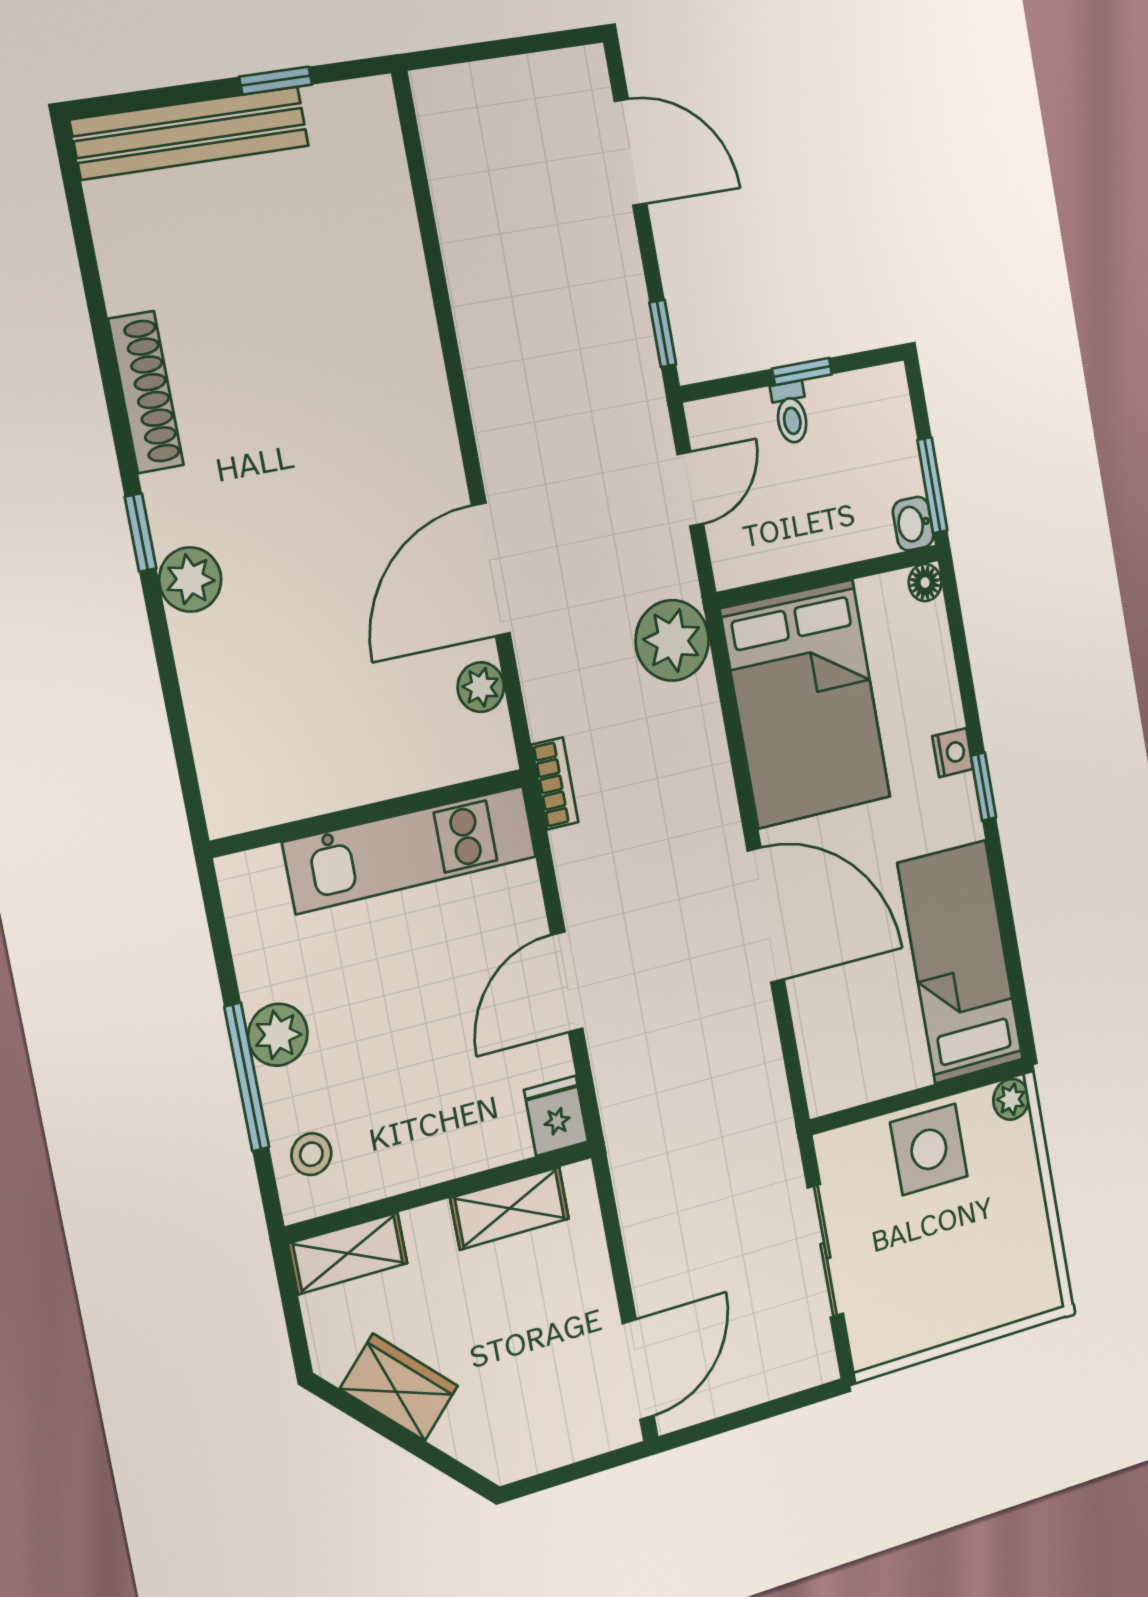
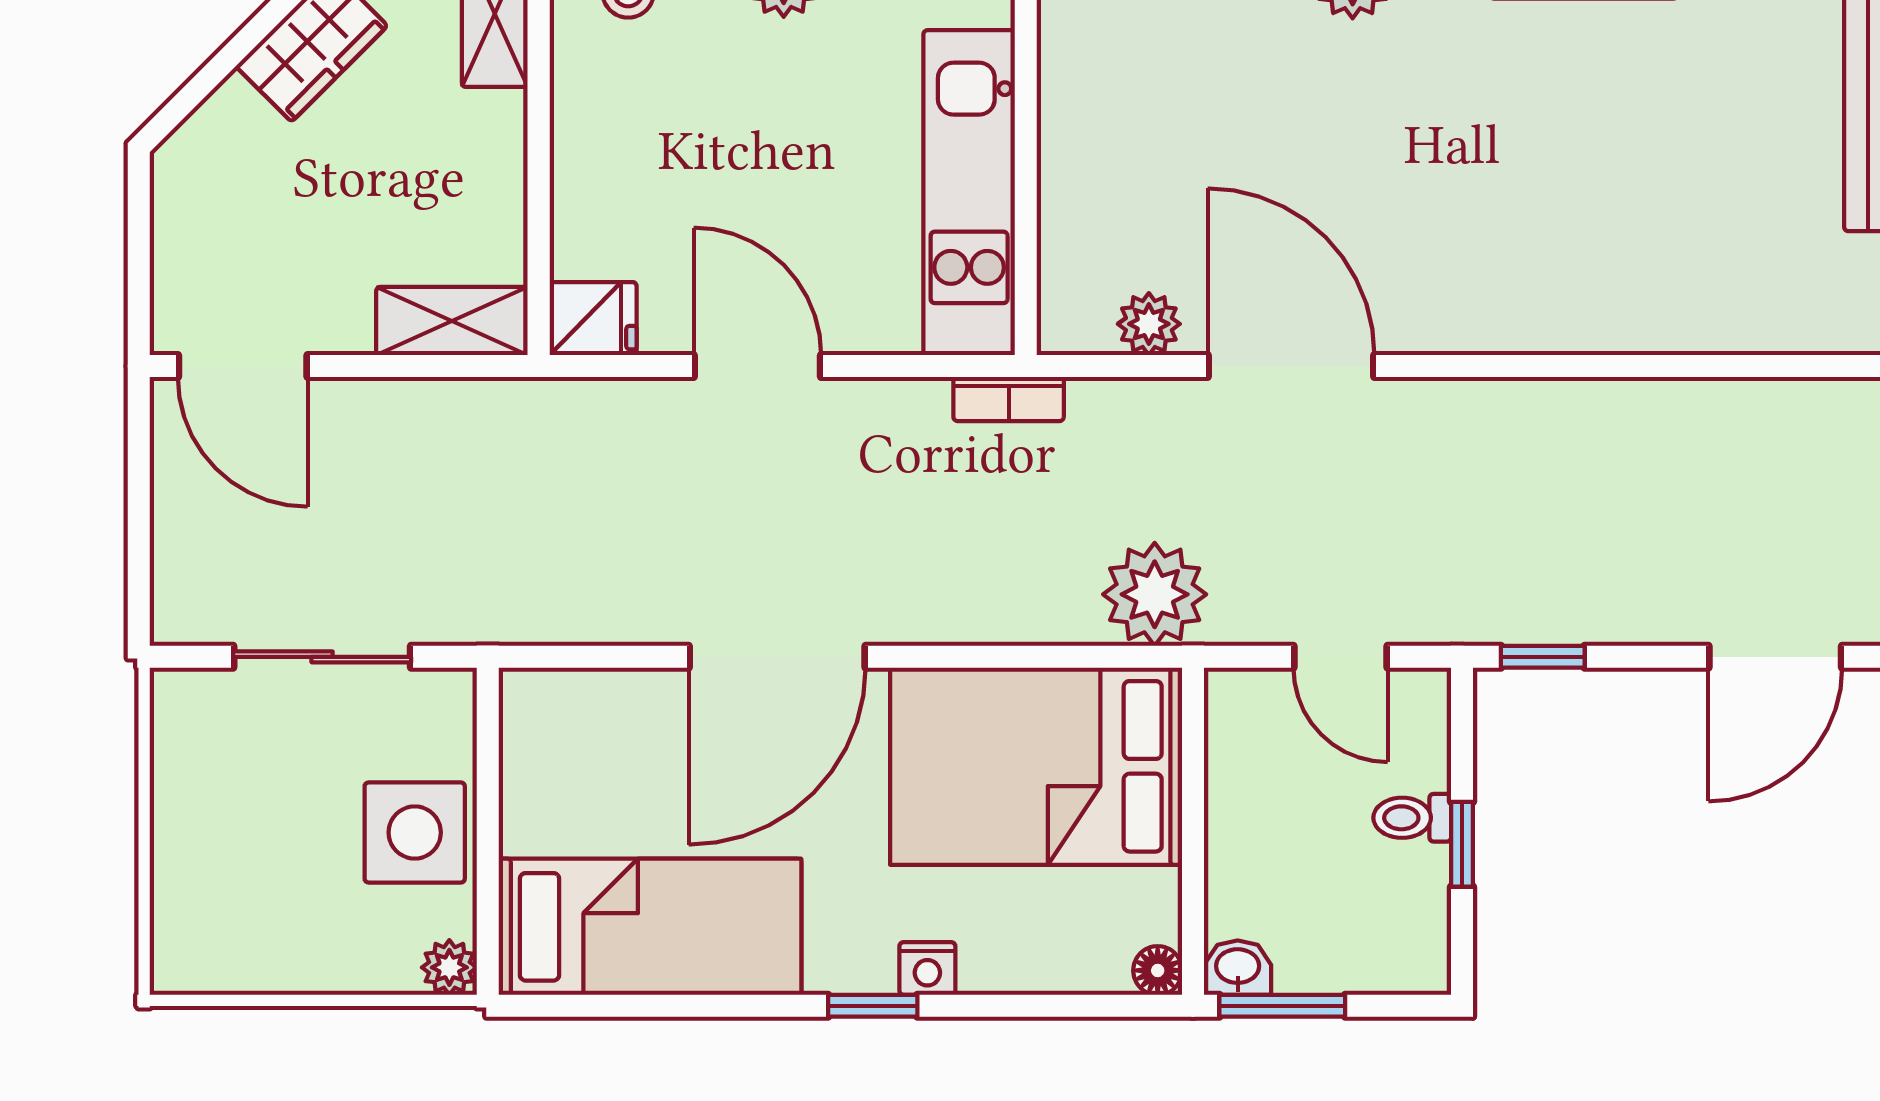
shelving: (510, 1208) -> (452, 321), moved, turned 90

